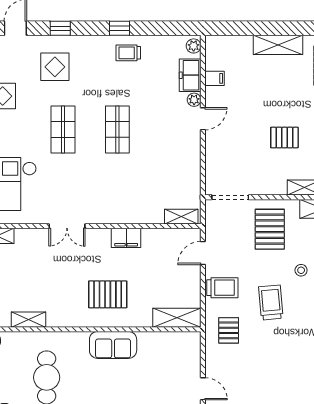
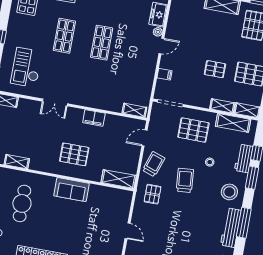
filing cabinet: (214, 78) -> (164, 74), moved
pallet: (270, 229) -> (193, 130), turned 90
trolley: (222, 288) -> (154, 164), turned -71

